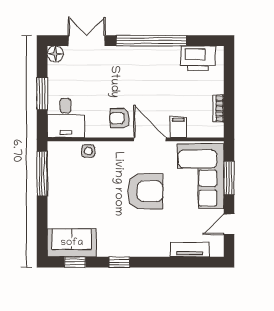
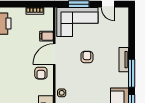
armchair: (145, 191) -> (87, 57), width x0.53, depth x0.53
tv unit: (190, 250) -> (124, 60), moved
window: (119, 262) -> (132, 73), width x2.17

